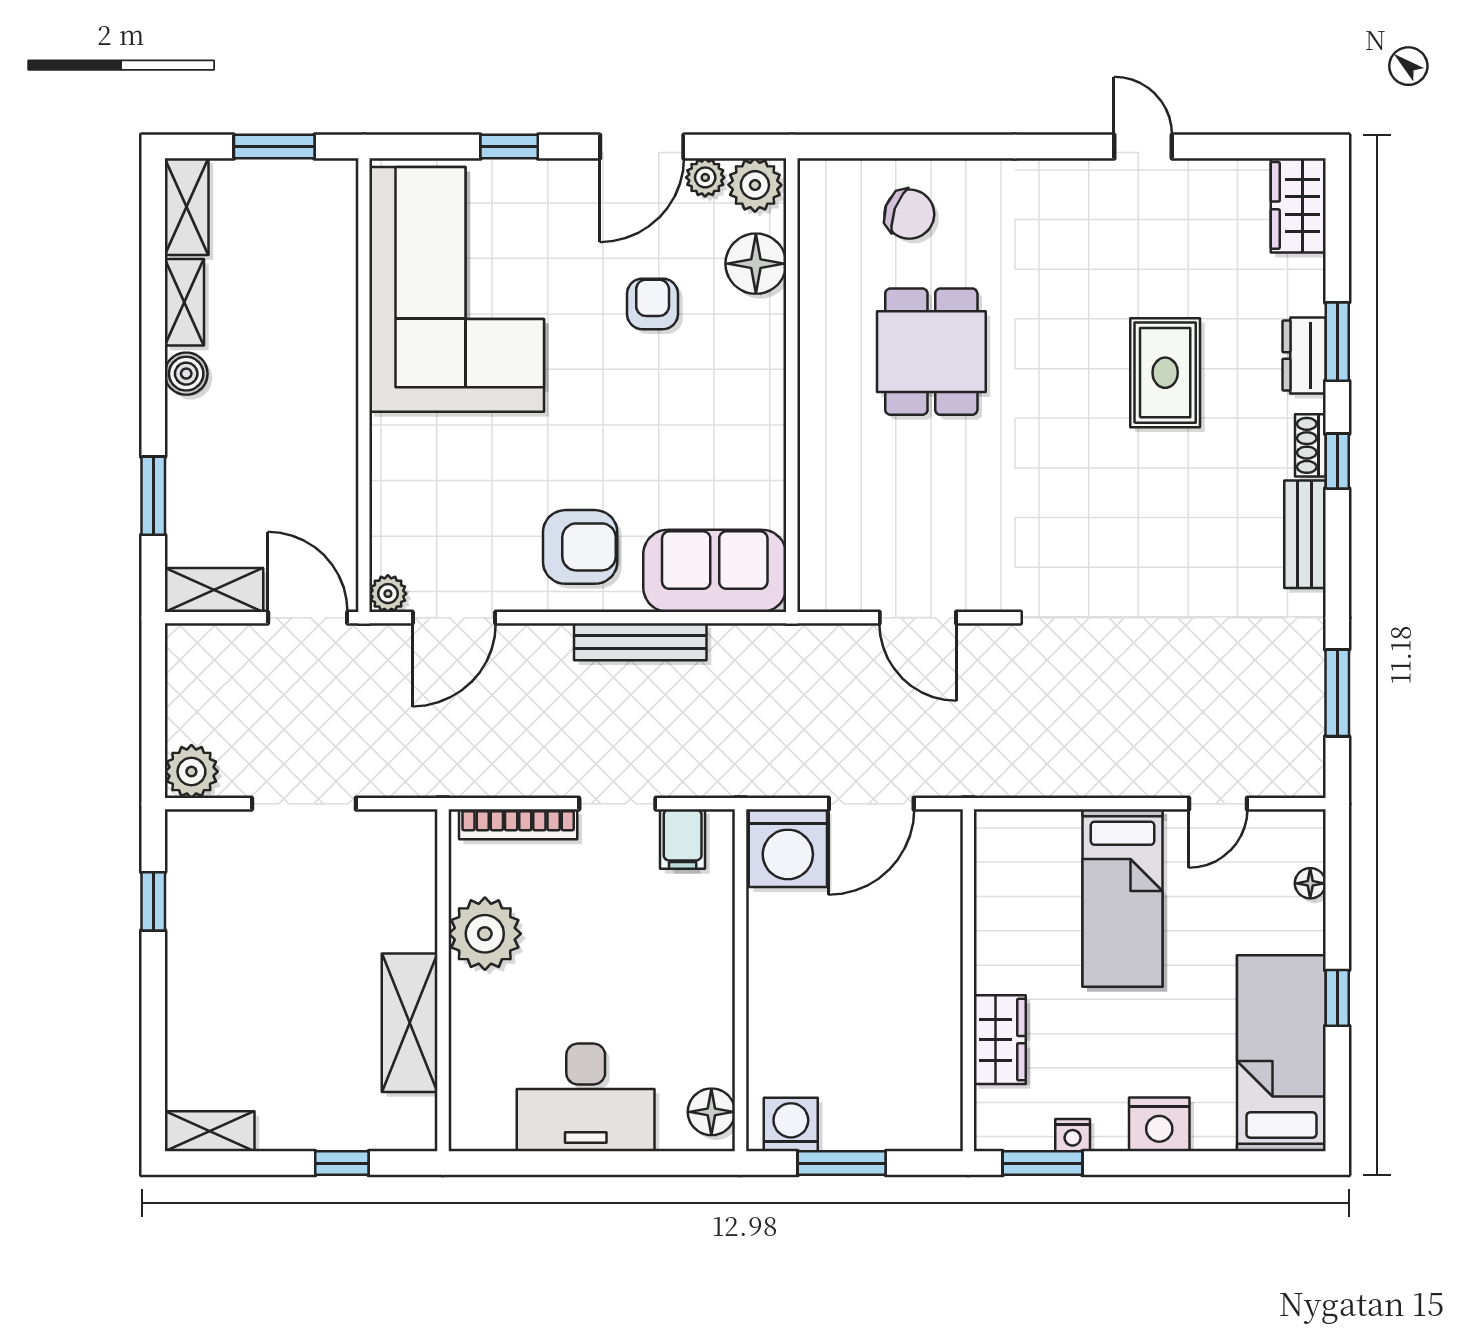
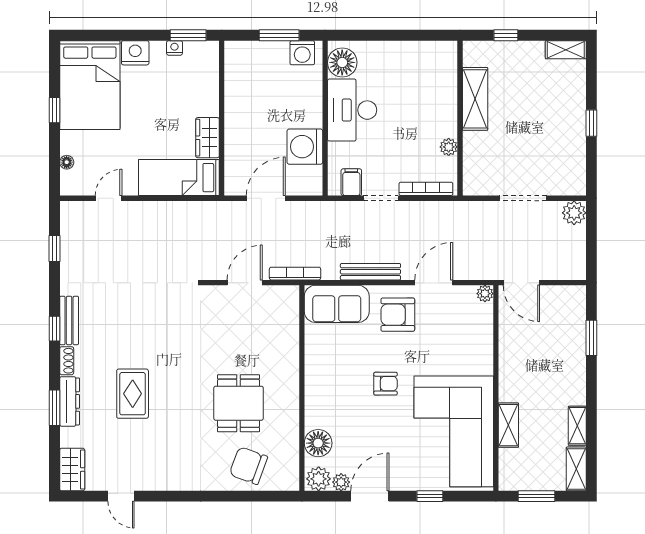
door: (1143, 147) -> (121, 496), moved
chair: (909, 214) -> (248, 466), width x1.37, depth x1.37
armchair: (653, 304) -> (386, 384), moved, turned -90
dresser: (1304, 356) -> (70, 401), width x1.44
boiler: (186, 374) -> (576, 393), removed
window: (1337, 461) -> (54, 329), moved
shelving: (214, 590) -> (508, 425), moved, turned 90
door: (454, 618) -> (434, 283), moved
door: (918, 618) -> (245, 283), hinge flipped
bookcase: (807, 638) -> (295, 274), added
window: (1337, 693) -> (54, 248), width x0.67
washing machine: (788, 848) -> (305, 147), moved, turned -90
bed: (1122, 898) -> (179, 178), moved, turned -90
window: (153, 901) -> (591, 123), moved
plant: (485, 934) -> (449, 147), width x0.53, depth x0.53
wardrobe: (1000, 1040) -> (208, 138), moved
bed: (1281, 1053) -> (90, 85), width x1.50
desk: (586, 1097) -> (352, 110), moved, turned -90
floor lamp: (711, 1112) -> (342, 62), width x1.38, depth x1.38

